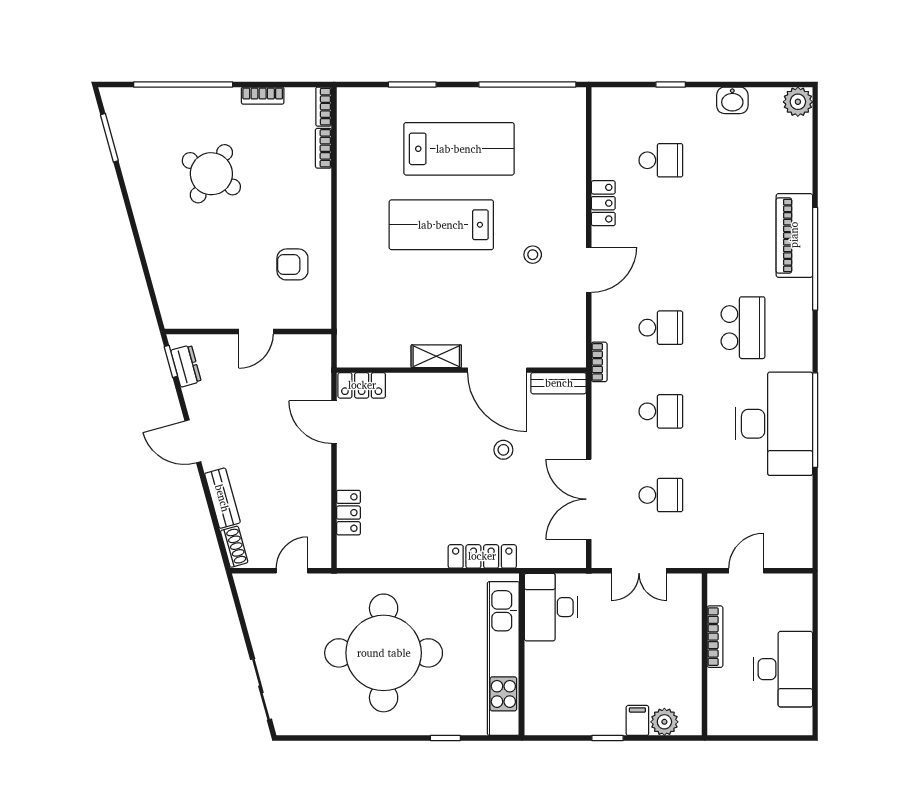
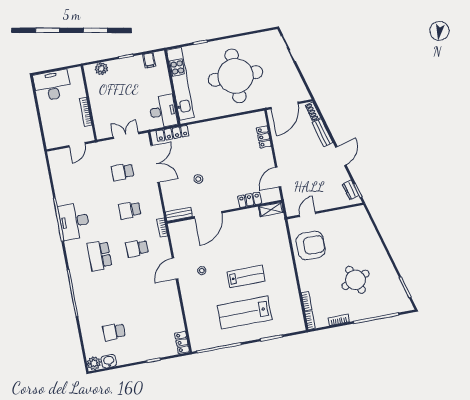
washbasin: (732, 100) -> (109, 361), moved
school desk: (661, 160) -> (114, 332), moved
round table: (211, 174) -> (355, 280), turned 37
locker: (603, 203) -> (182, 342), moved
lab bench: (441, 225) -> (246, 276), width x0.73, depth x0.72
piano: (794, 235) -> (84, 302), removed
armchair: (292, 264) -> (311, 245), width x1.88, depth x1.88
door: (256, 332) -> (308, 214), moved
shelving: (436, 356) -> (271, 210), moved
door: (497, 370) -> (208, 215), swing flipped
locker: (362, 385) -> (249, 200), moved
door: (334, 422) -> (278, 177), swing flipped
desk: (774, 424) -> (74, 221), width x0.73, depth x0.77
door: (193, 441) -> (341, 156), hinge flipped
locker: (482, 556) -> (172, 133), moved
door: (292, 571) -> (284, 105), width x1.88
desk: (783, 669) -> (52, 85), moved, turned 90
filing cabinet: (637, 720) -> (149, 60), moved

